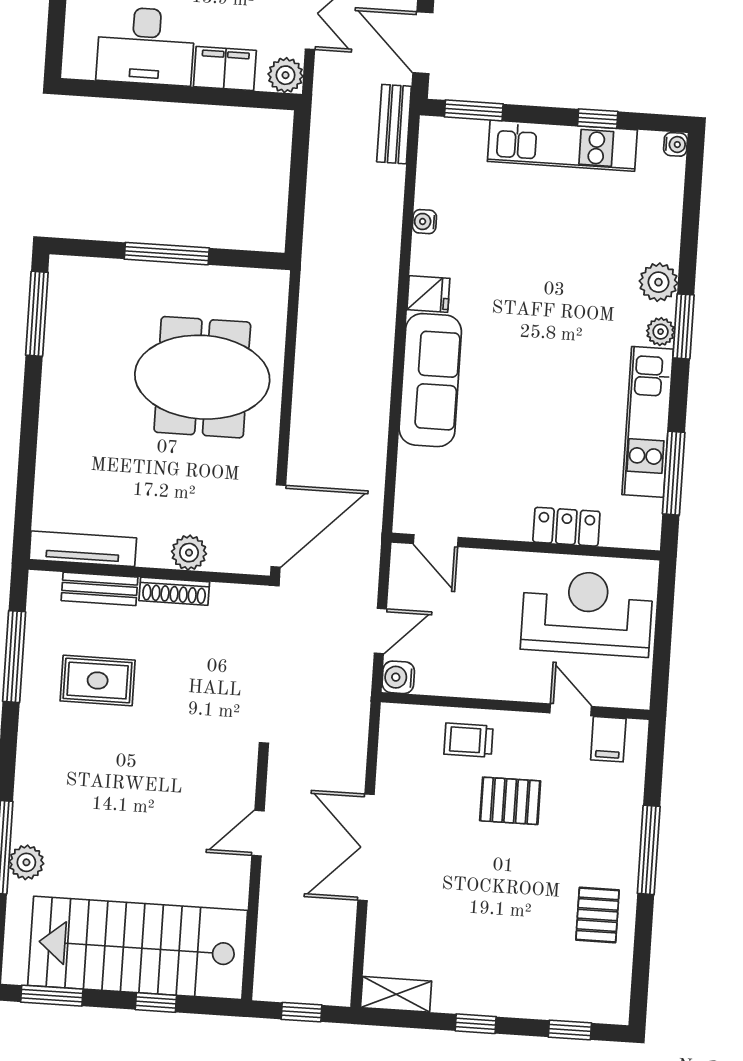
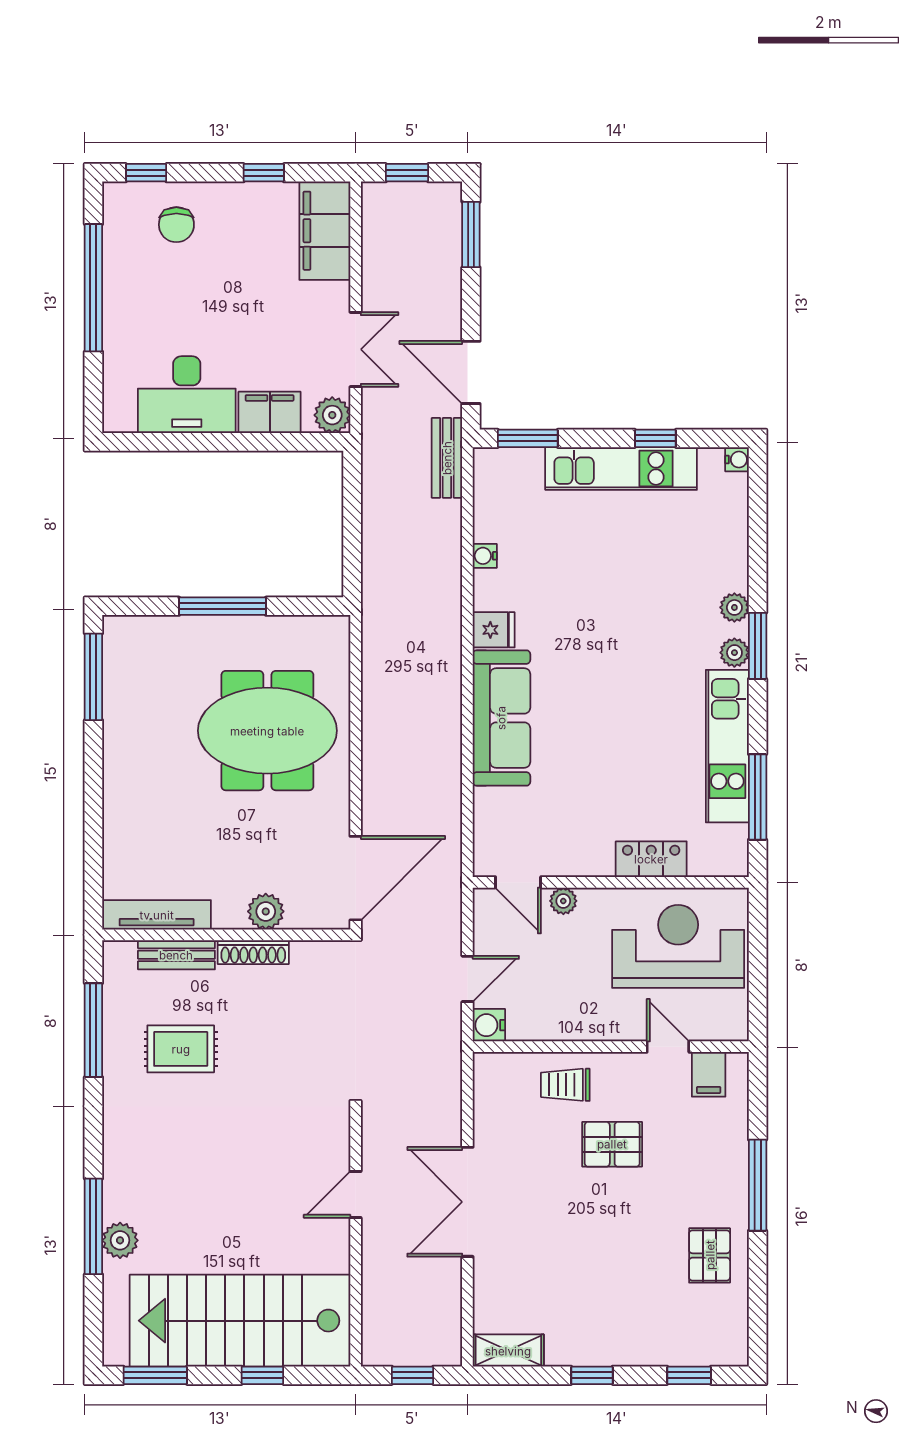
plant: (659, 282) -> (734, 607), width x0.73, depth x0.73
plant: (478, 562) -> (563, 901), added

